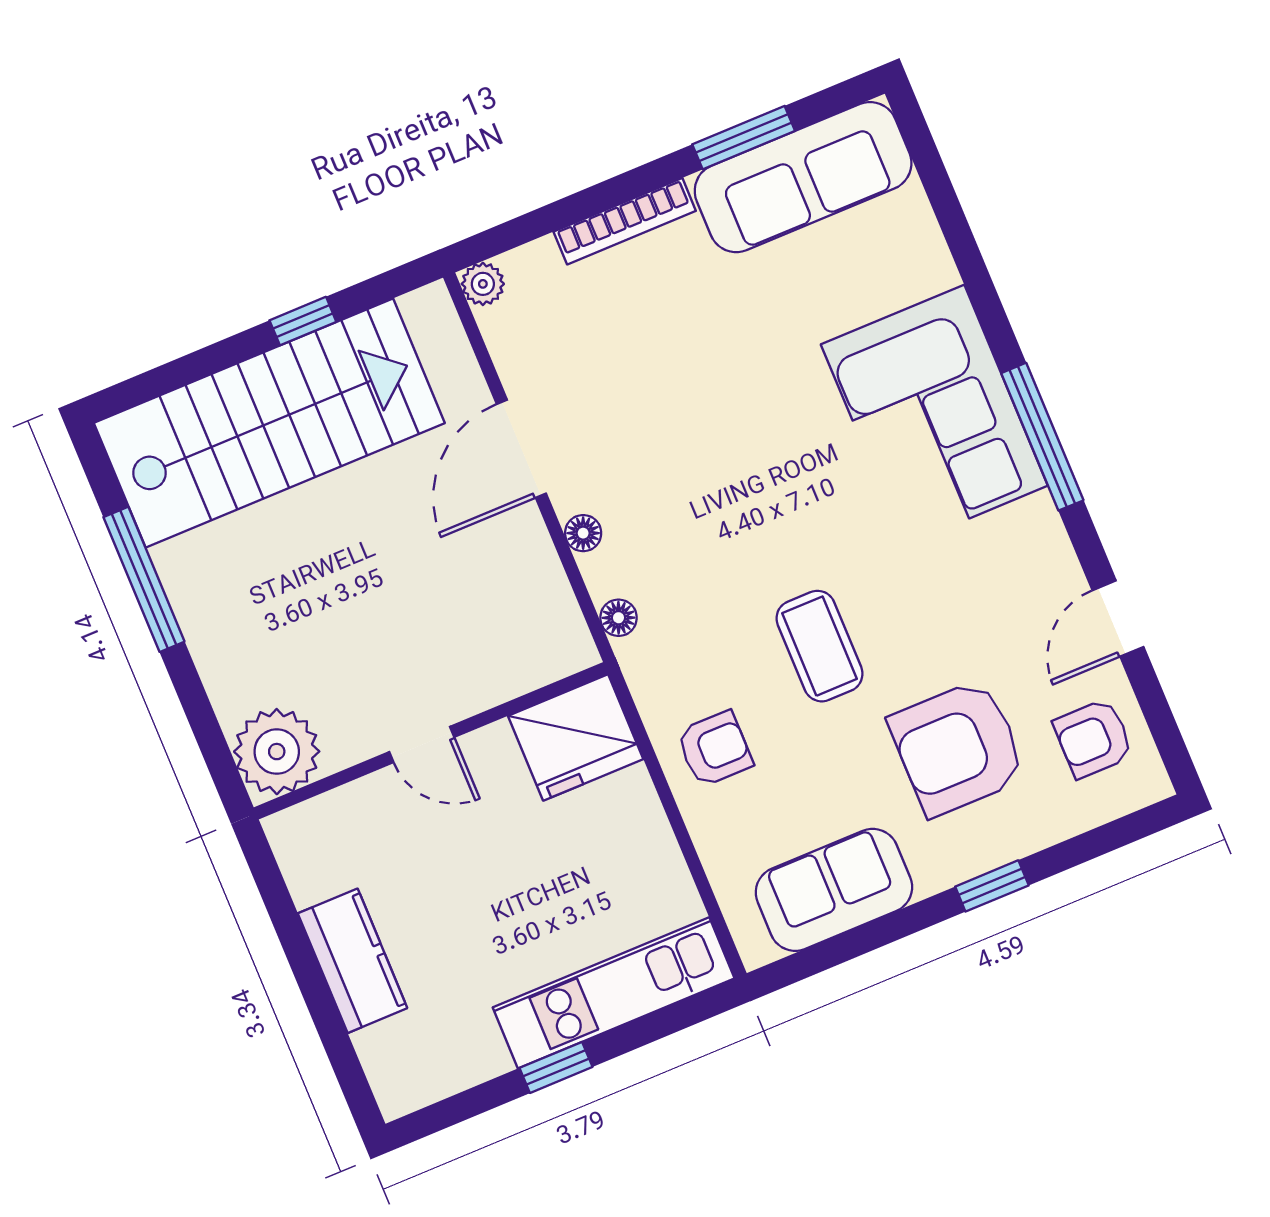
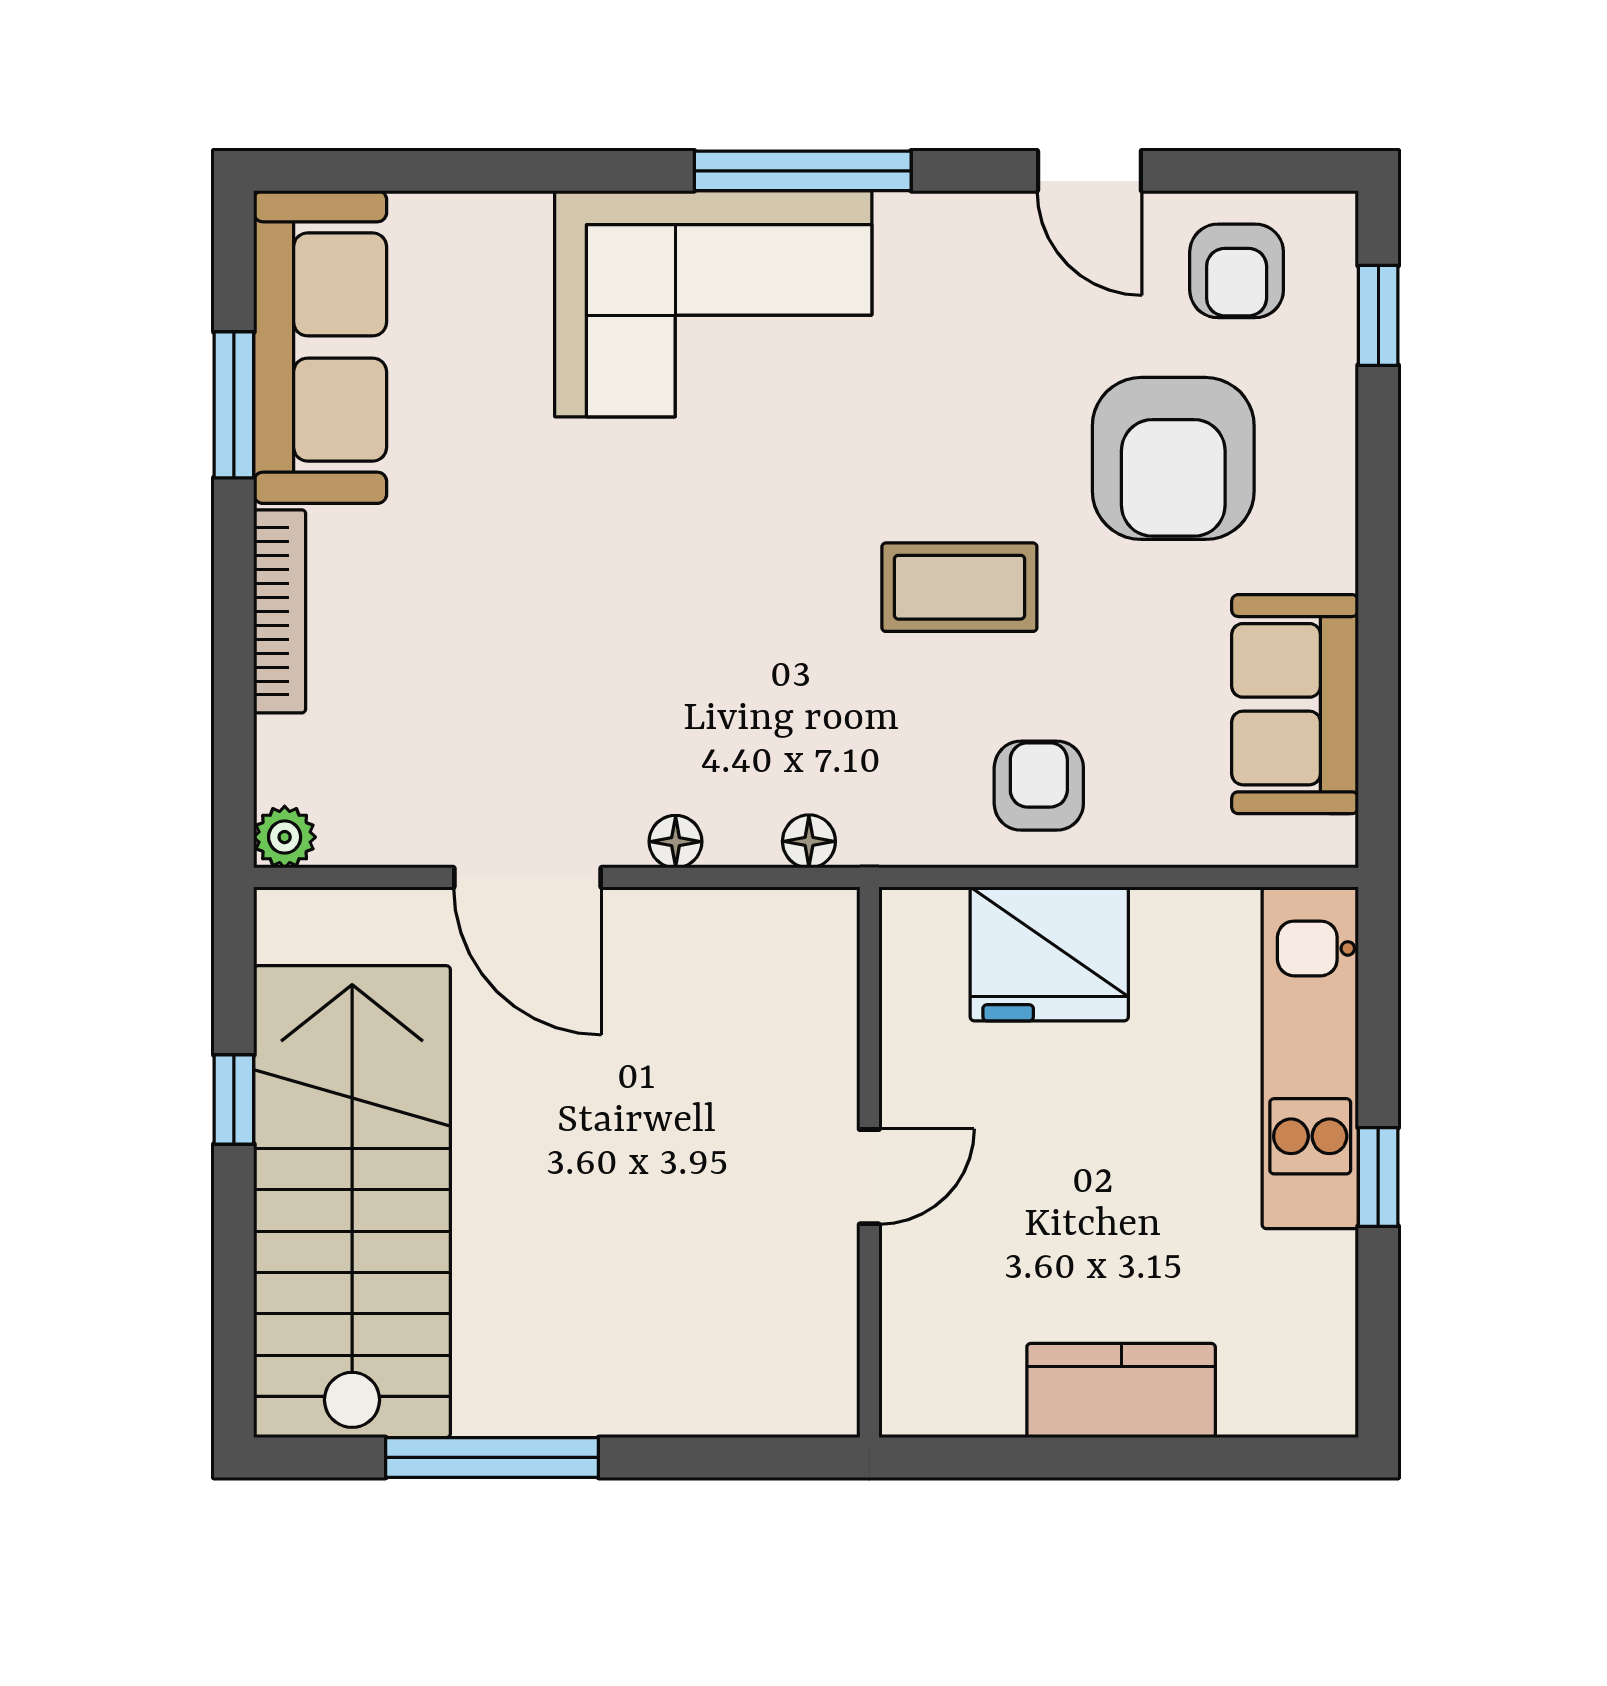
fridge: (576, 737) -> (1049, 954), moved, turned 90
plant: (277, 752) -> (798, 1375), removed
window: (992, 886) -> (1378, 315), moved

